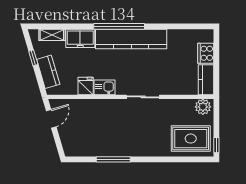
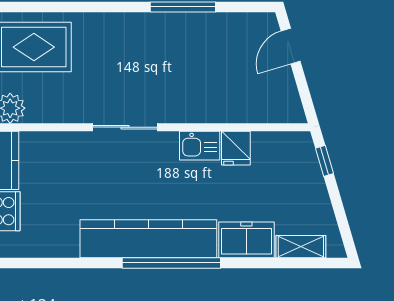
window: (33, 58) -> (324, 161), moved
kitchen counter: (48, 72) -> (308, 175), removed
door: (51, 119) -> (291, 46), moved

